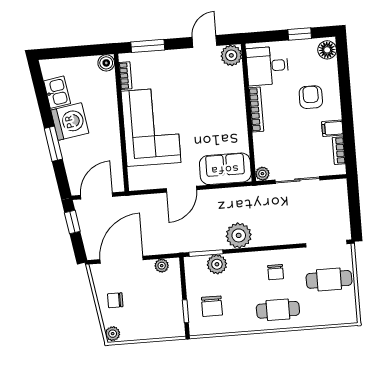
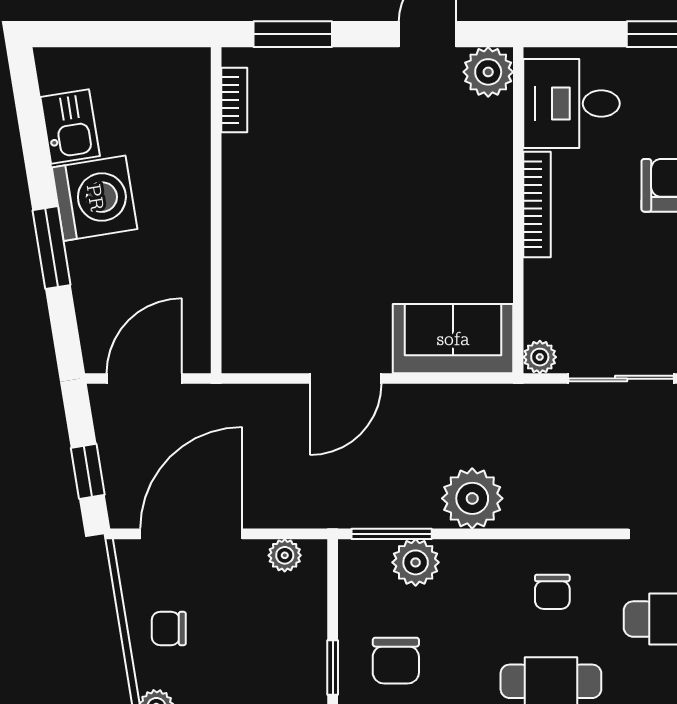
boiler: (106, 63) -> (192, 67), removed
corner sofa: (151, 127) -> (285, 226), removed
window: (72, 222) -> (88, 471), moved

